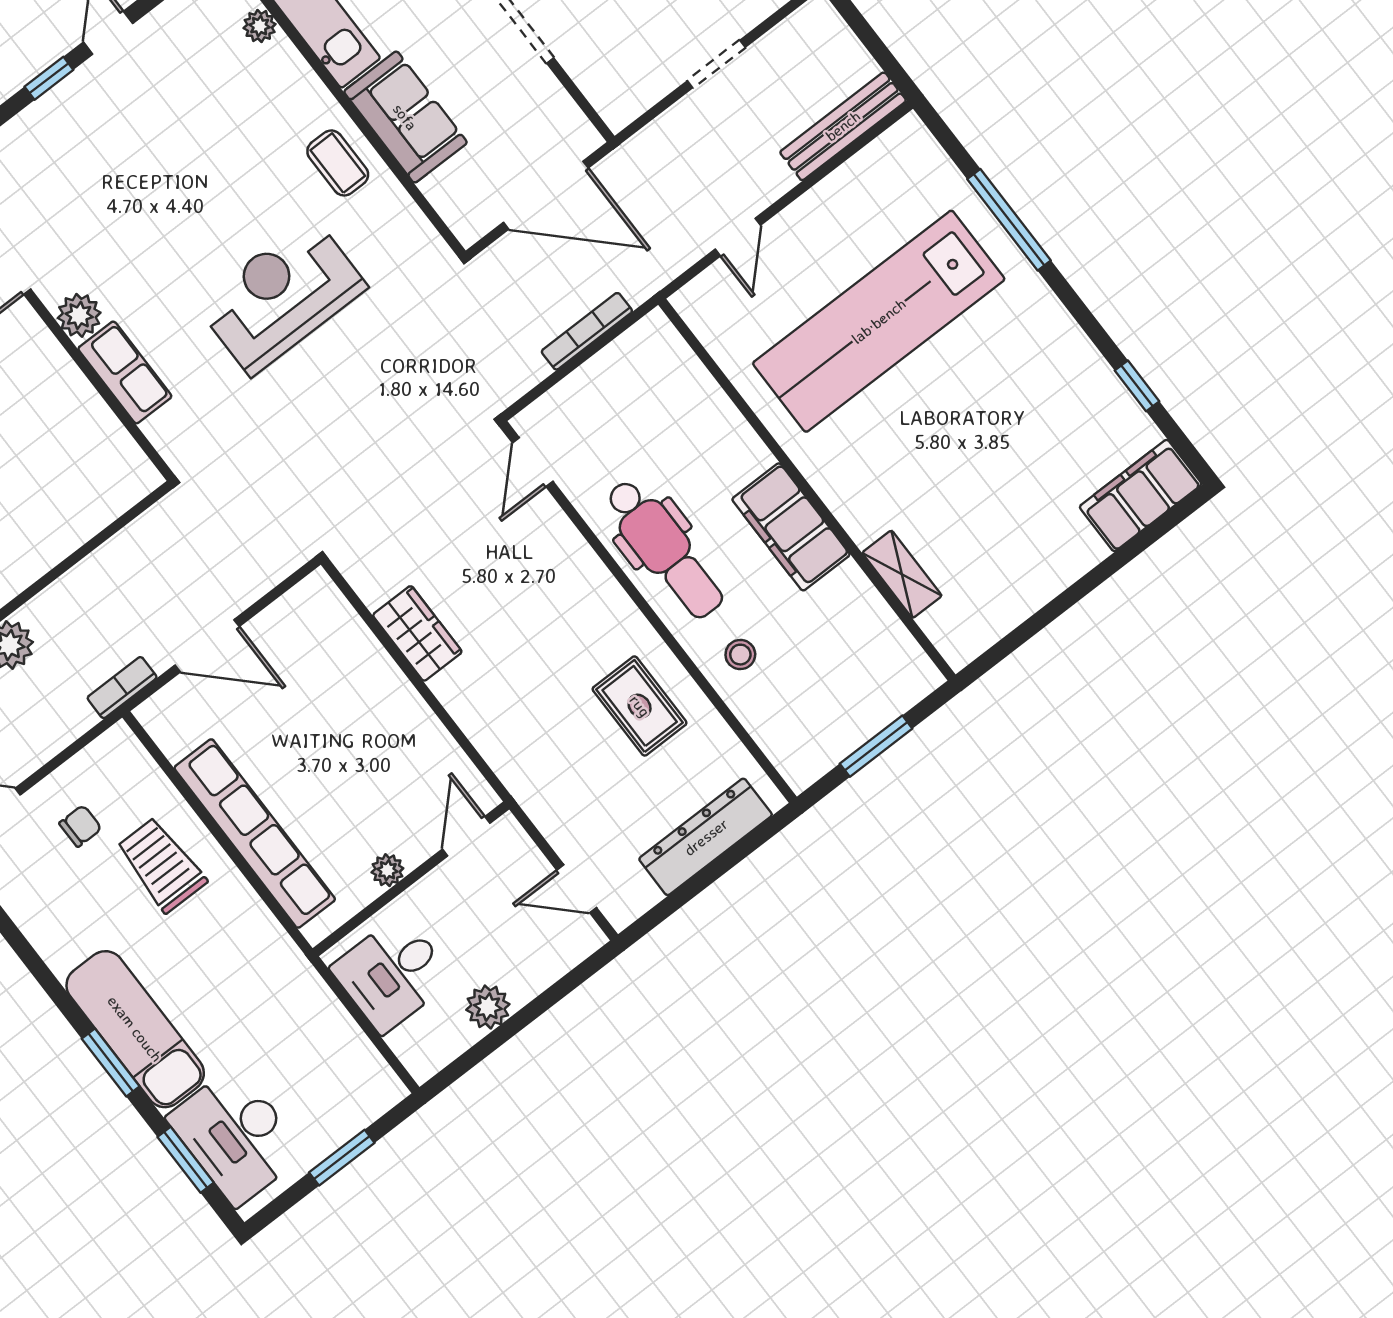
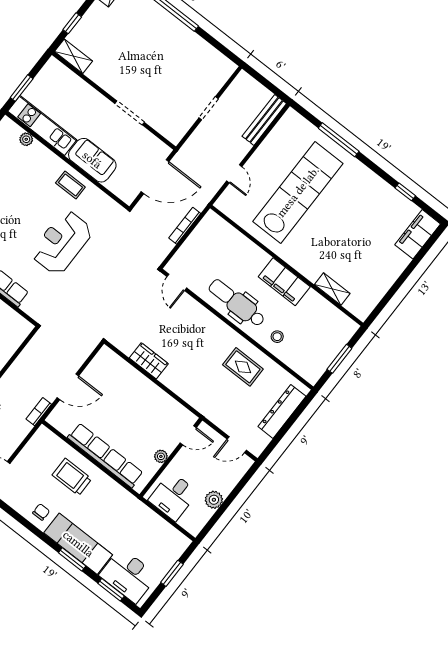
lab bench: (879, 321) -> (298, 192), turned 180
dental chair: (664, 549) -> (237, 303), turned 180
chair: (80, 826) -> (41, 512), moved
door: (466, 836) -> (188, 435), swing flipped

